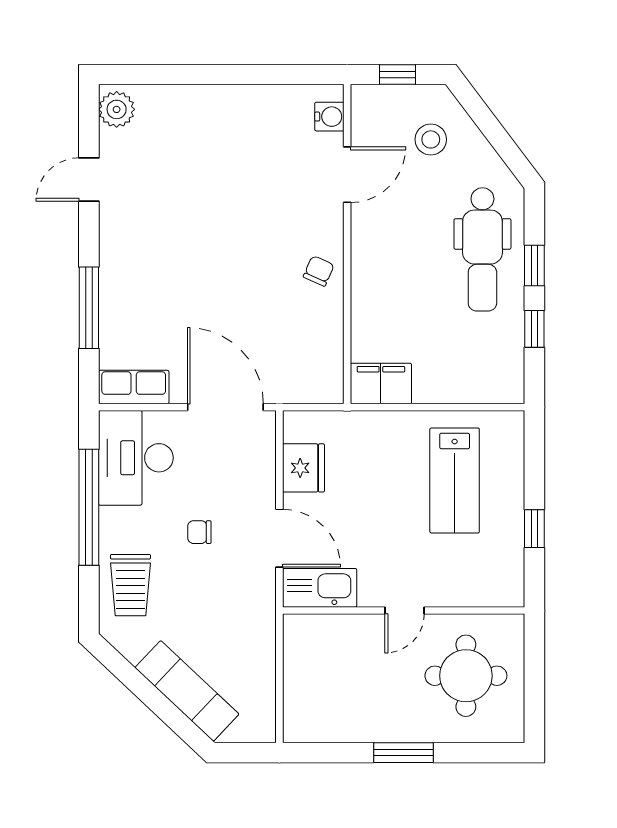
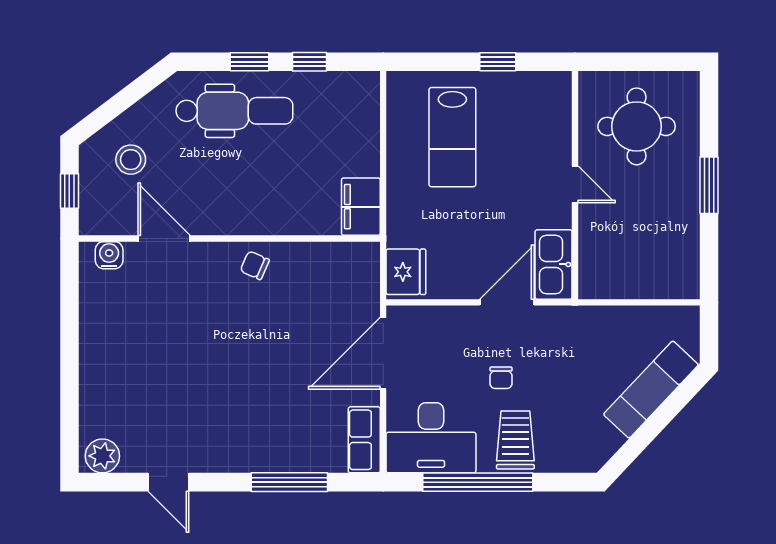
fridge: (303, 468) -> (406, 272), moved, turned 90
lab bench: (455, 480) -> (452, 137), turned 90
trolley: (130, 585) -> (515, 440), moved, turned -90

